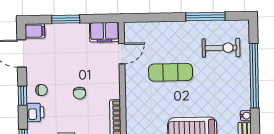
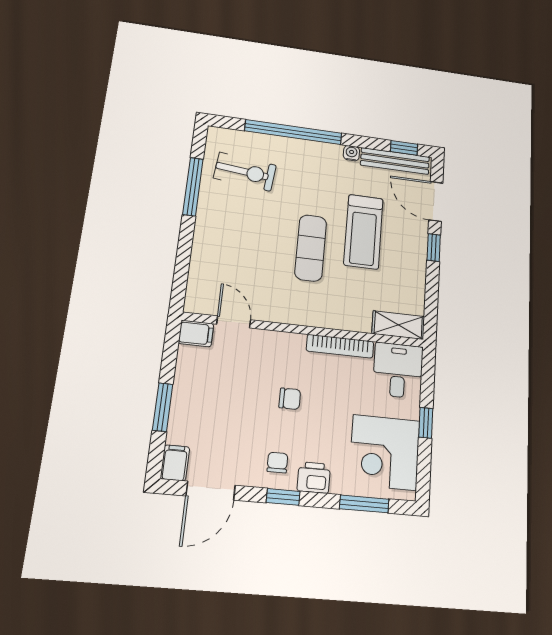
filing cabinet: (104, 32) -> (196, 334), width x0.50
exercise bike: (221, 48) -> (245, 172), turned 96
exercise mat: (171, 72) -> (311, 248), moved

